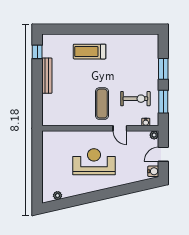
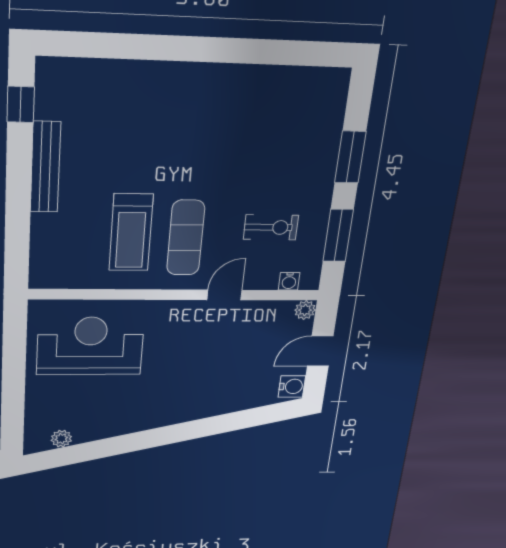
treadmill: (90, 52) -> (131, 232), moved, turned -90
exercise bike: (135, 99) -> (271, 227), width x0.73, depth x0.72
door: (120, 128) -> (224, 295), swing flipped
reception desk: (94, 162) -> (90, 346), moved

